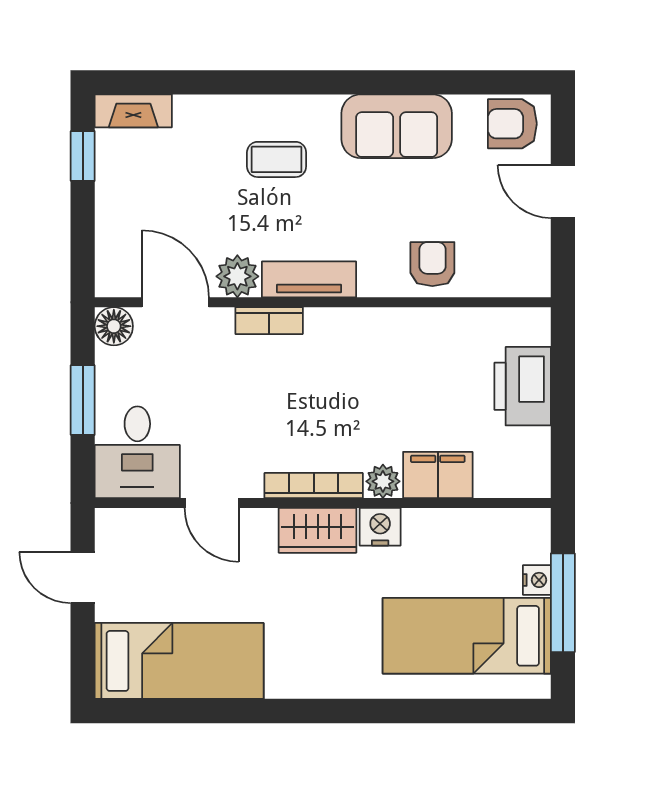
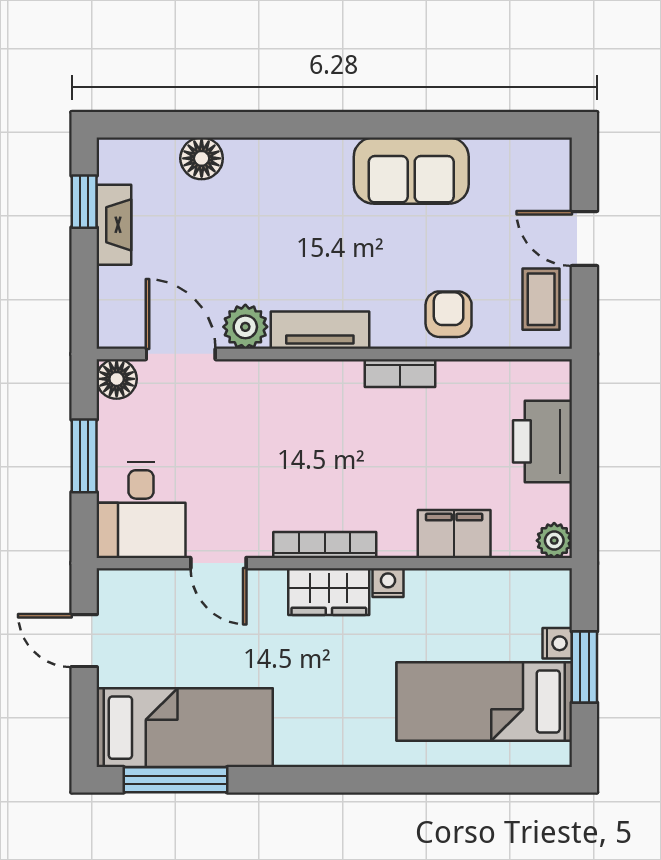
fireplace: (133, 111) -> (114, 225), moved, turned -90
floor lamp: (195, 115) -> (202, 158), added
armchair: (512, 124) -> (532, 168), removed
coffee table: (277, 159) -> (541, 299), moved, turned 90
bookcase: (269, 321) -> (400, 373), moved
plant: (383, 481) -> (554, 541), moved
nightstand: (380, 527) -> (388, 583), width x0.72, depth x0.74
window: (563, 603) -> (584, 667), width x0.69
window: (170, 711) -> (175, 780), added

